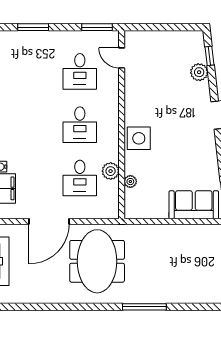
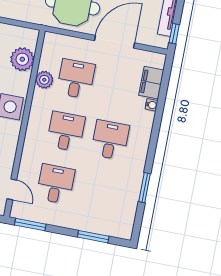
desk: (35, 125) -> (110, 140), added
plant: (130, 182) -> (22, 59), width x1.88, depth x1.88

